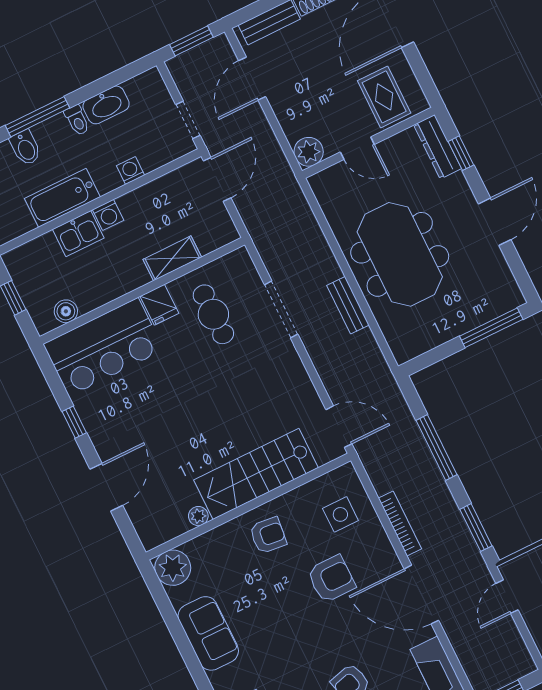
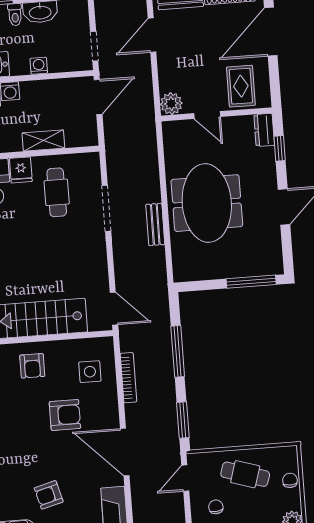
dresser: (437, 147) -> (264, 130), width x0.70
bookcase: (400, 524) -> (128, 378), moved
armchair: (268, 535) -> (32, 366), turned 84

